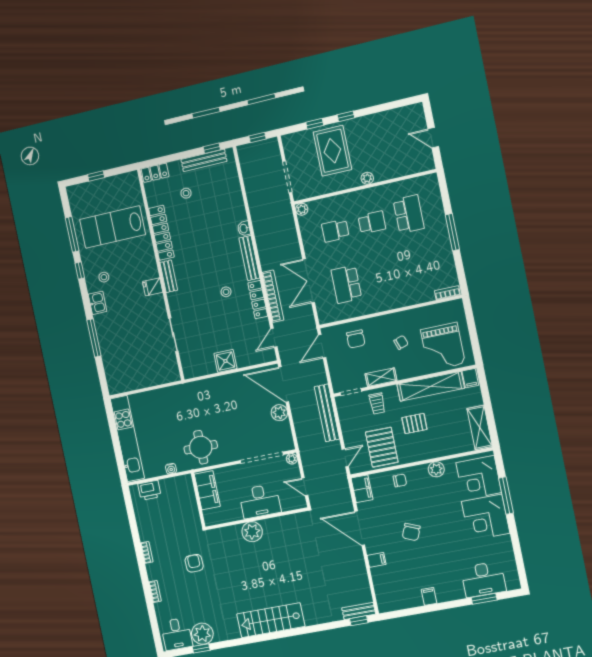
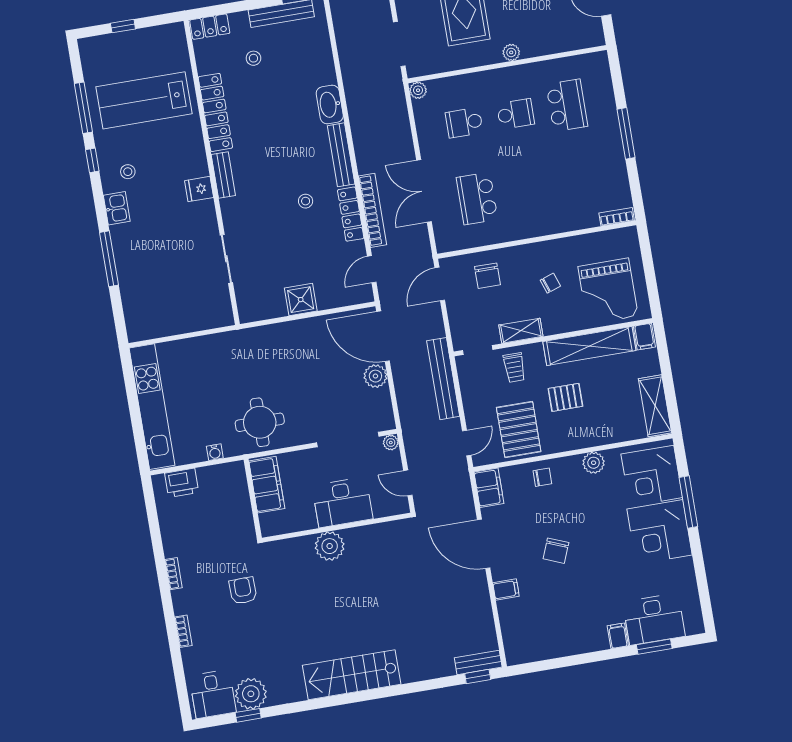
washbasin: (244, 229) -> (330, 105), width x1.91, depth x1.45
filing cabinet: (429, 596) -> (618, 636), moved

